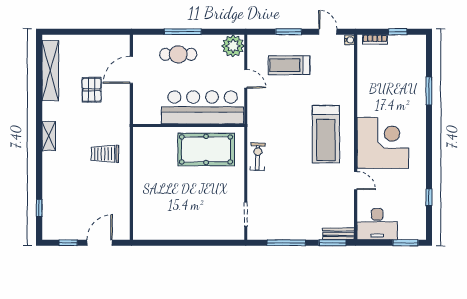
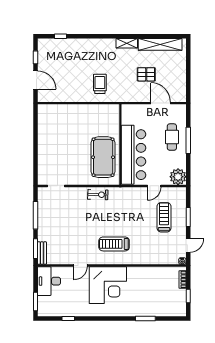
treadmill: (326, 134) -> (114, 244), width x0.73, depth x0.73
shelving: (49, 136) -> (127, 43), moved

